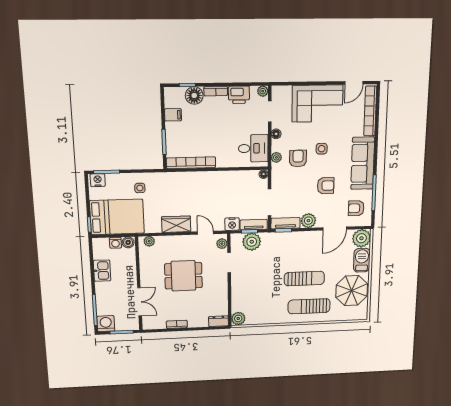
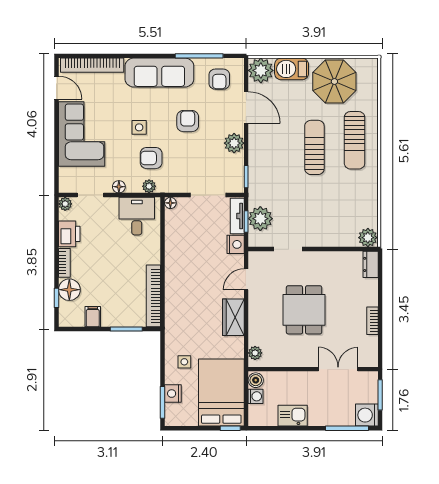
nightstand: (98, 180) -> (173, 394), moved
tv unit: (285, 223) -> (237, 174), removed
plant: (222, 244) -> (262, 258), removed

